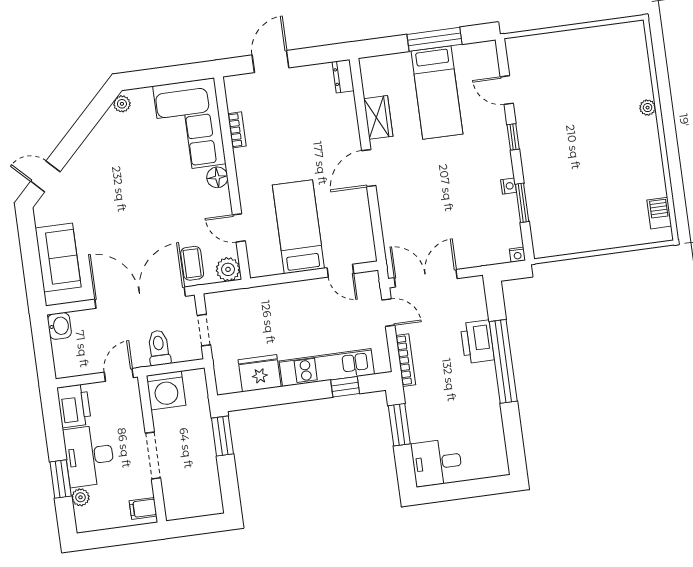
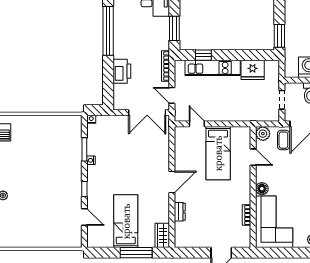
window: (434, 39) -> (136, 253), moved
dresser: (343, 76) -> (180, 212), moved
wardrobe: (378, 117) -> (162, 235), moved
window: (503, 361) -> (108, 31), moved

